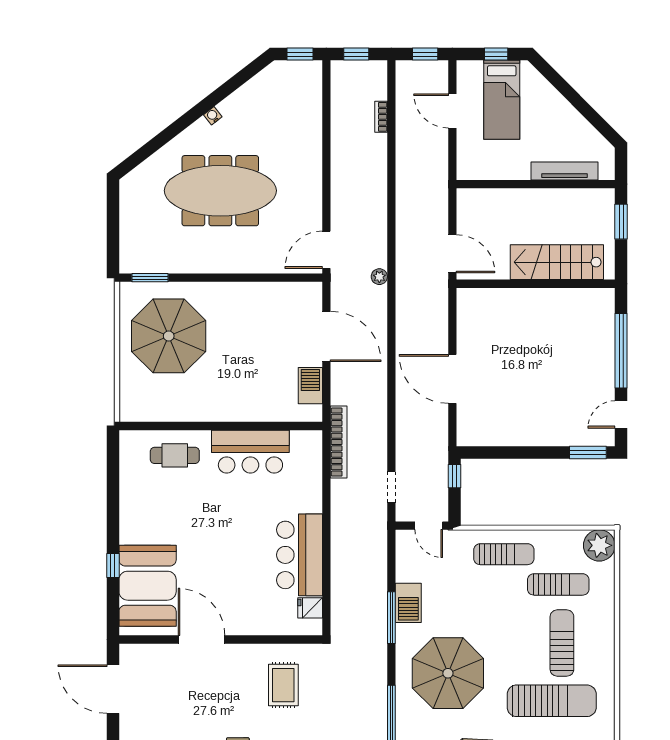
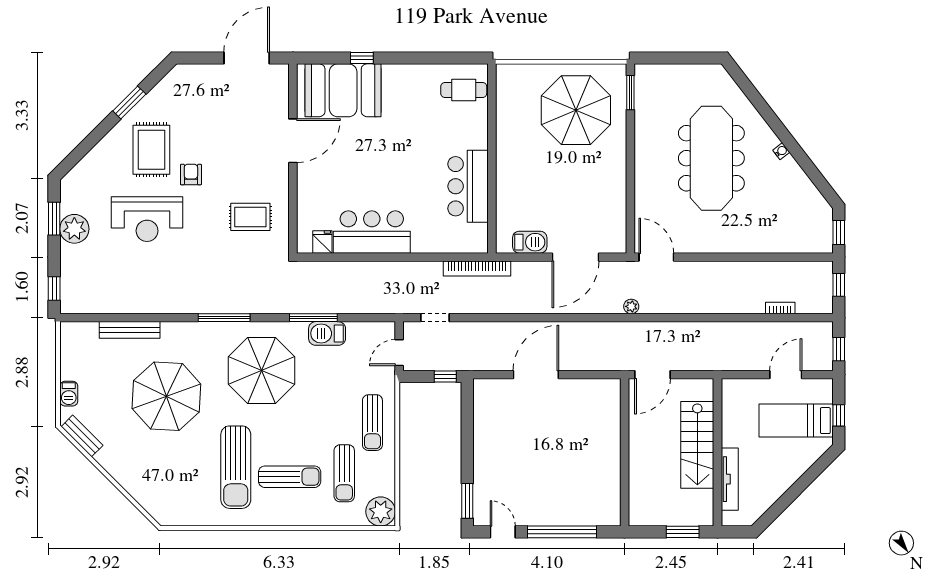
stairs: (557, 262) -> (697, 445), moved, turned 180
cafe table: (175, 455) -> (464, 90), moved, turned 90

